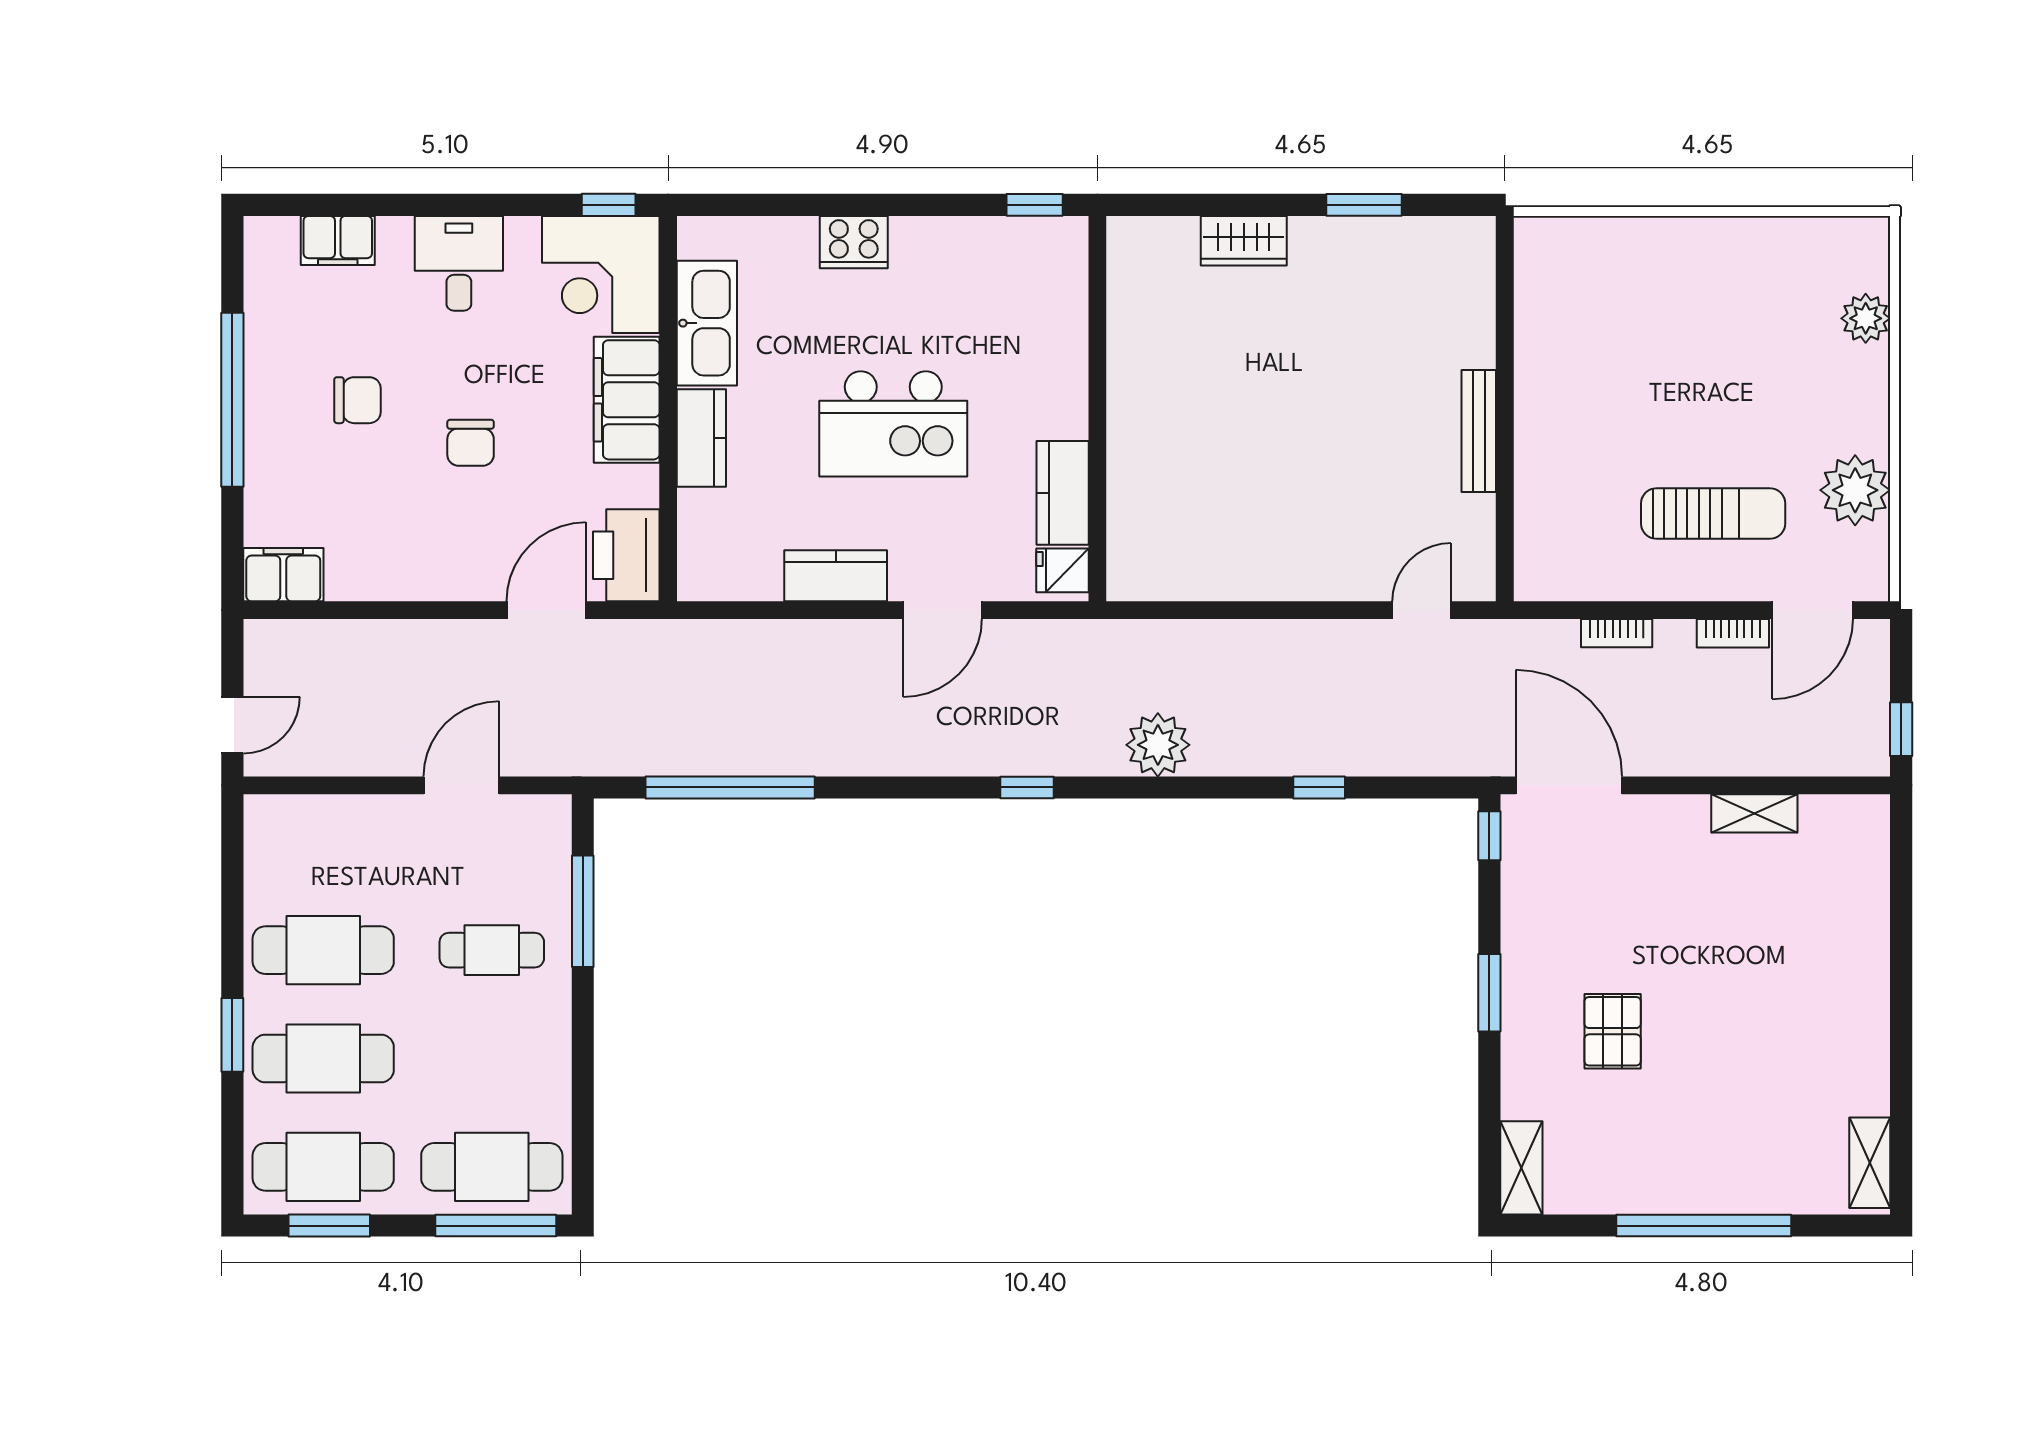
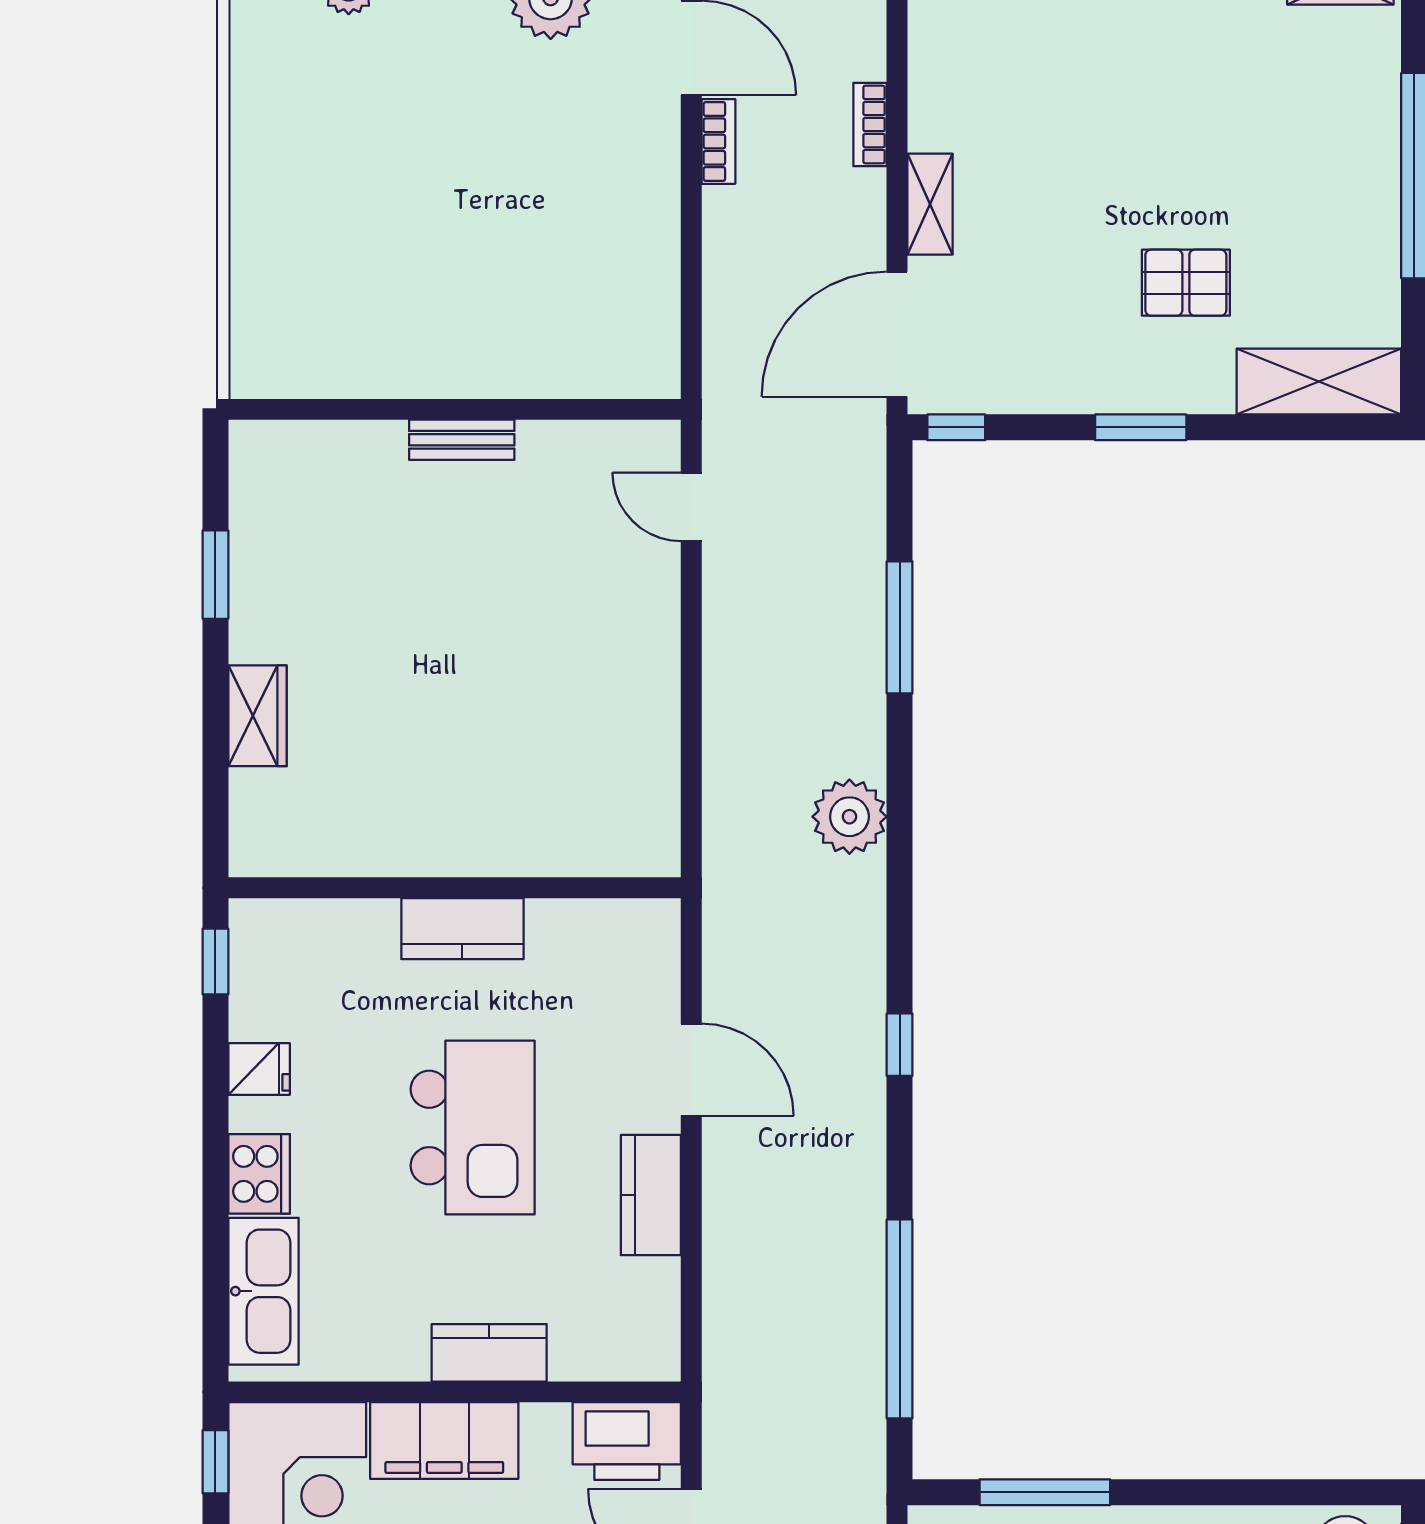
kitchen sink: (707, 323) -> (264, 1291), moved, turned 90
bench: (1479, 431) -> (462, 440), width x0.73
kitchen counter: (1063, 493) -> (462, 929), moved
sun lounger: (1713, 514) -> (578, 165), removed
fridge: (1062, 570) -> (259, 1069), moved, turned -90
bookcase: (1617, 633) -> (870, 125), moved, turned 180
window: (1027, 787) -> (900, 1045), moved
window: (1319, 787) -> (900, 627), width x2.17
shelving: (1754, 813) -> (930, 204), moved
shelving: (1521, 1168) -> (1319, 382), width x1.50, depth x1.33

